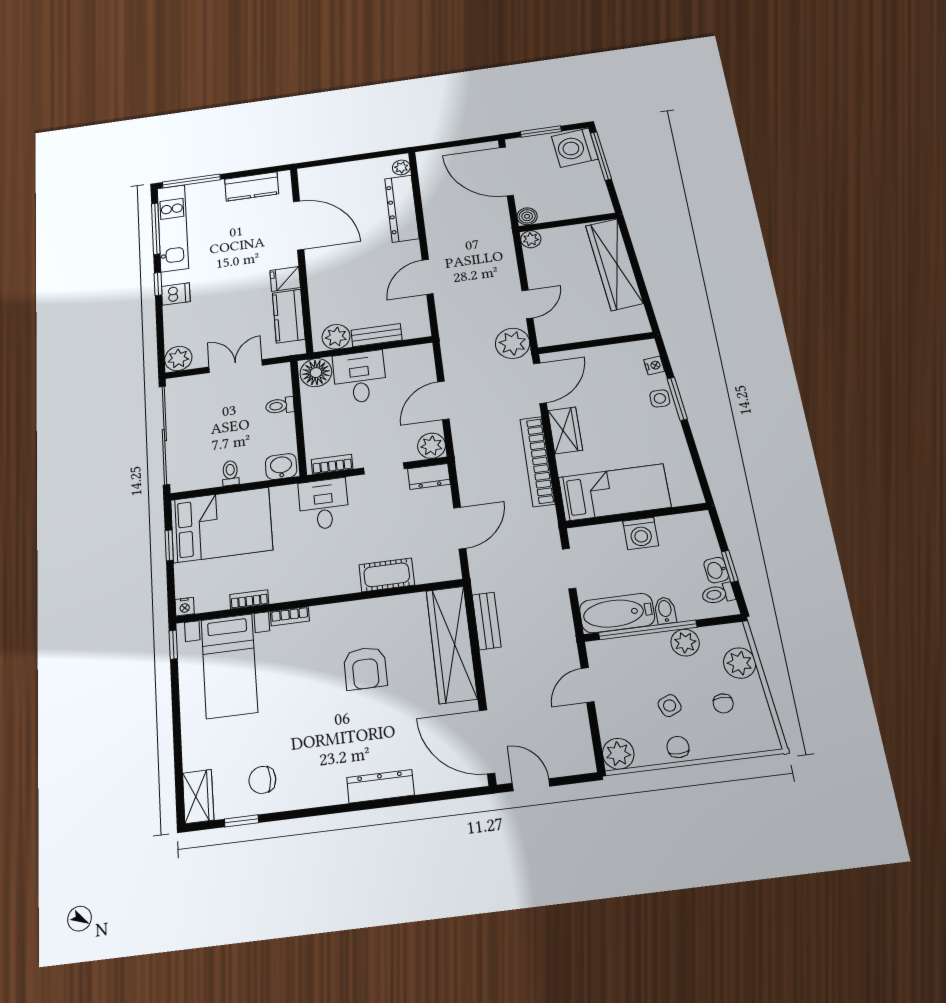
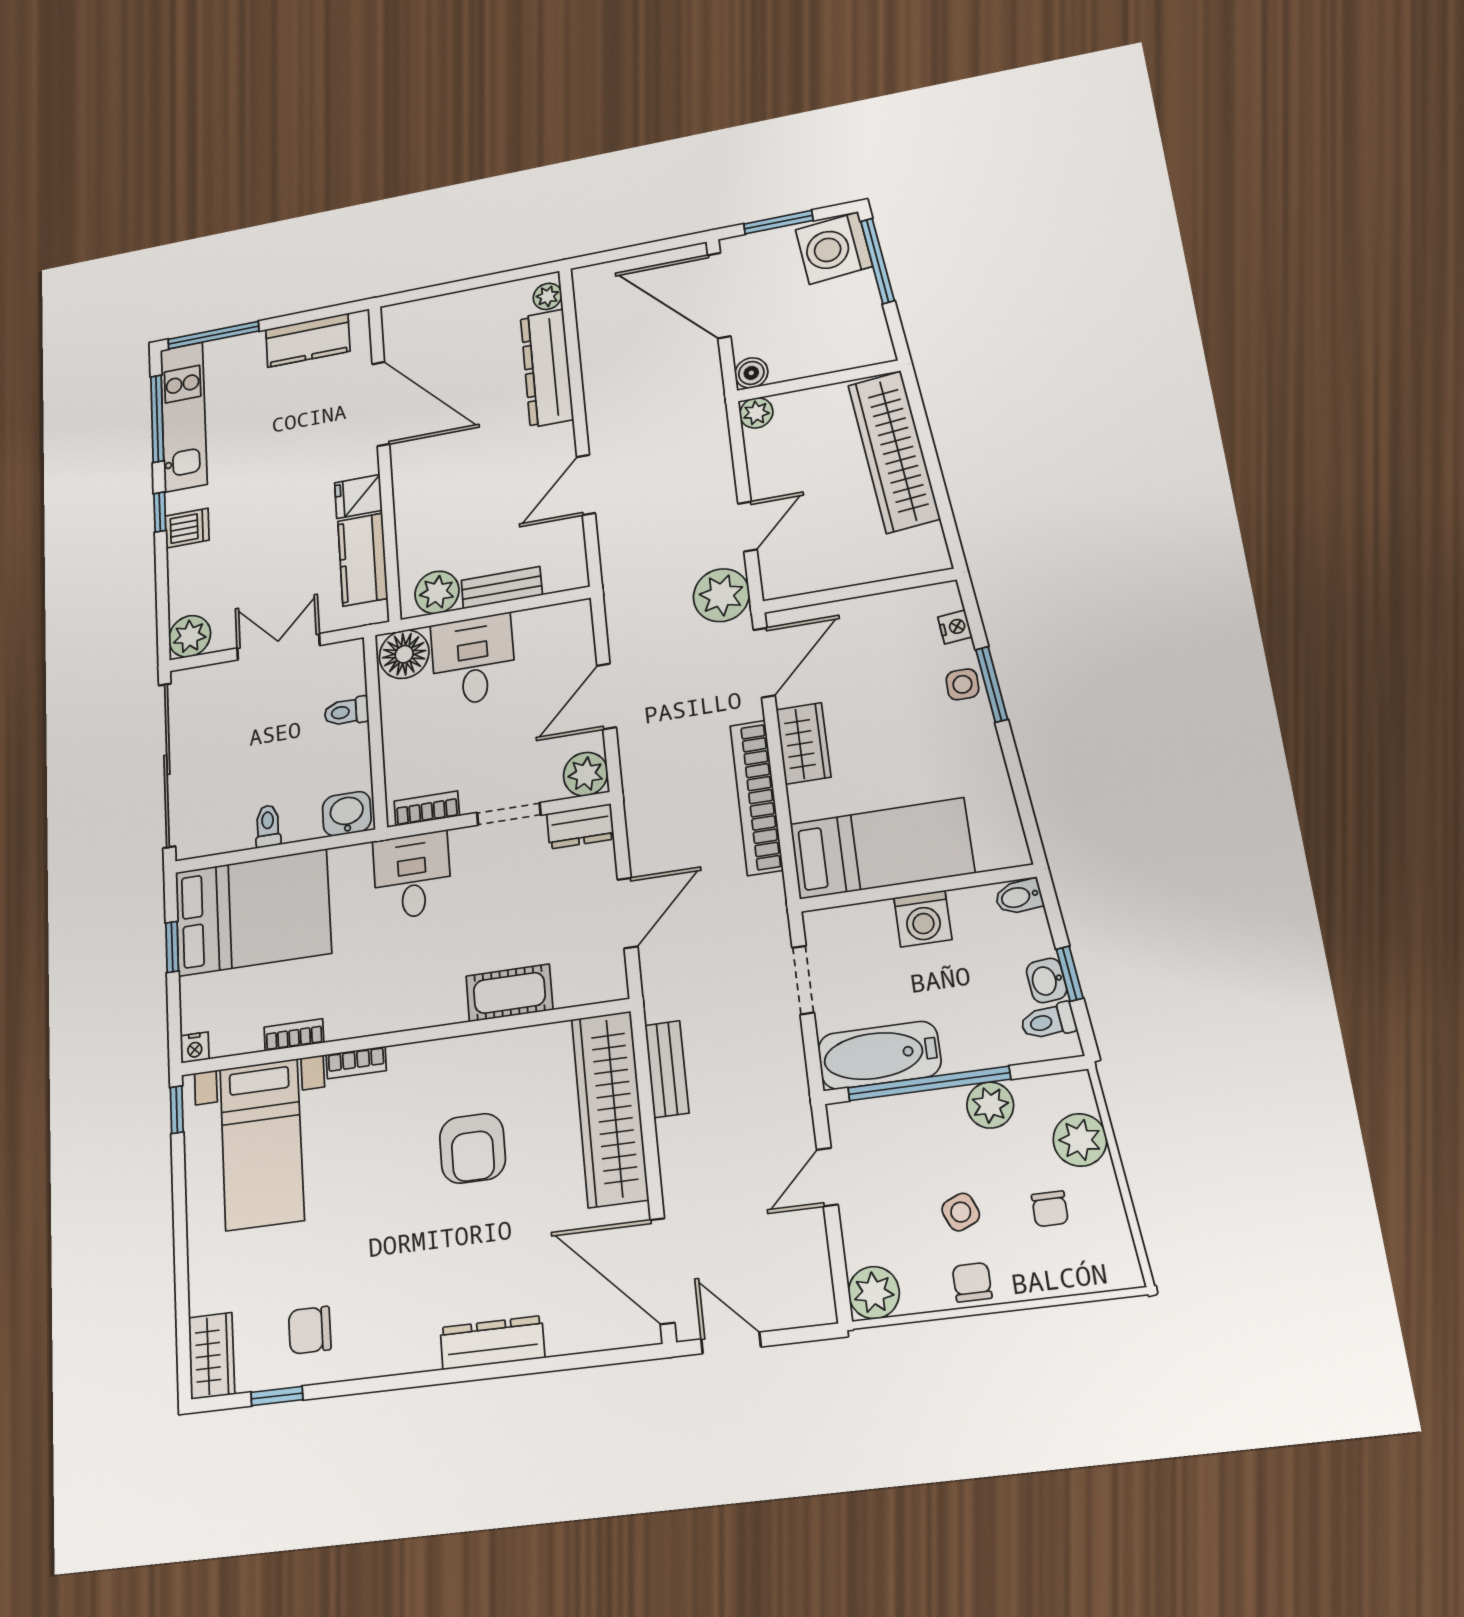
bidet: (665, 610) -> (1019, 897), moved, turned -96

